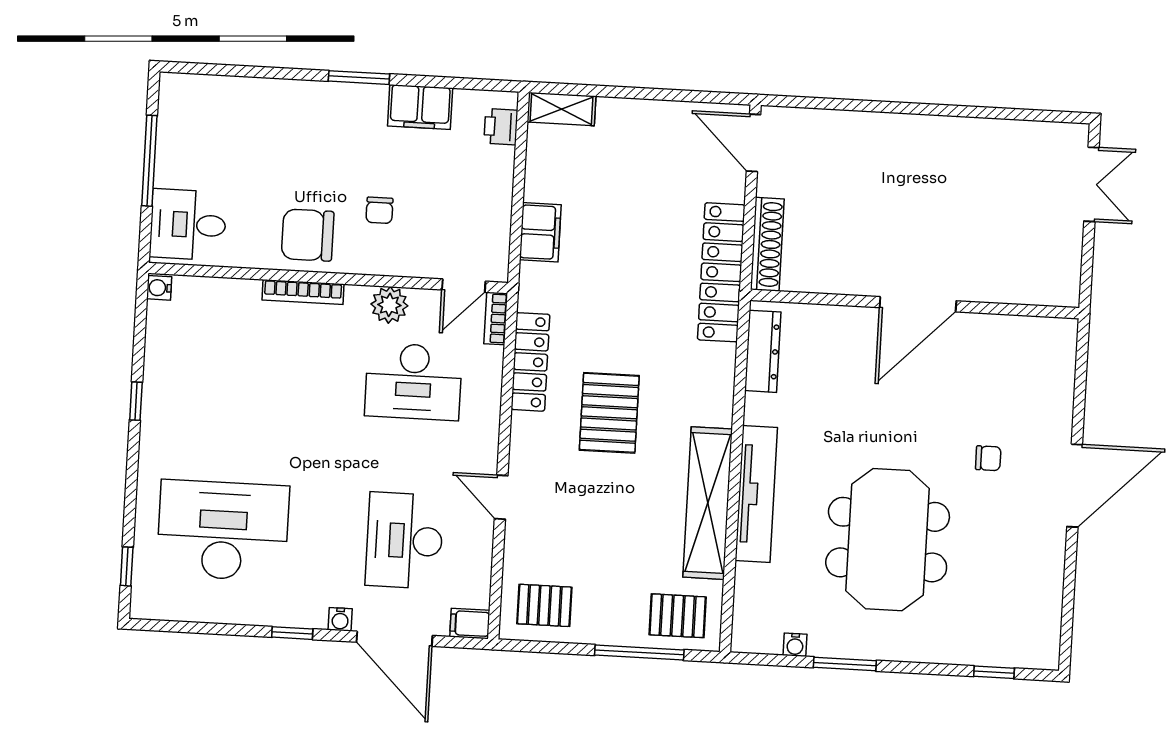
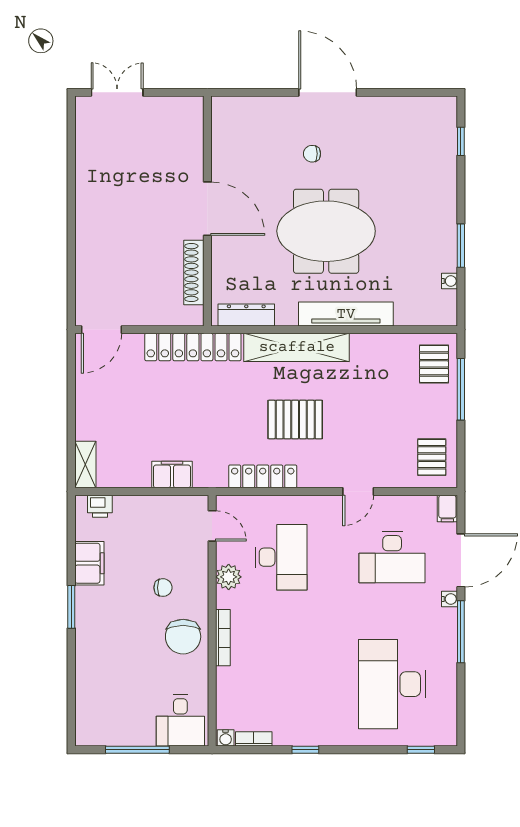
shoe rack: (767, 244) -> (194, 273), moved, turned -90
bookcase: (496, 318) -> (254, 739), moved, turned 180
chair: (988, 458) -> (312, 154), turned -90
shelving: (708, 503) -> (297, 347), moved
meeting table: (888, 540) -> (326, 231), moved
window: (292, 633) -> (461, 632), width x2.17

